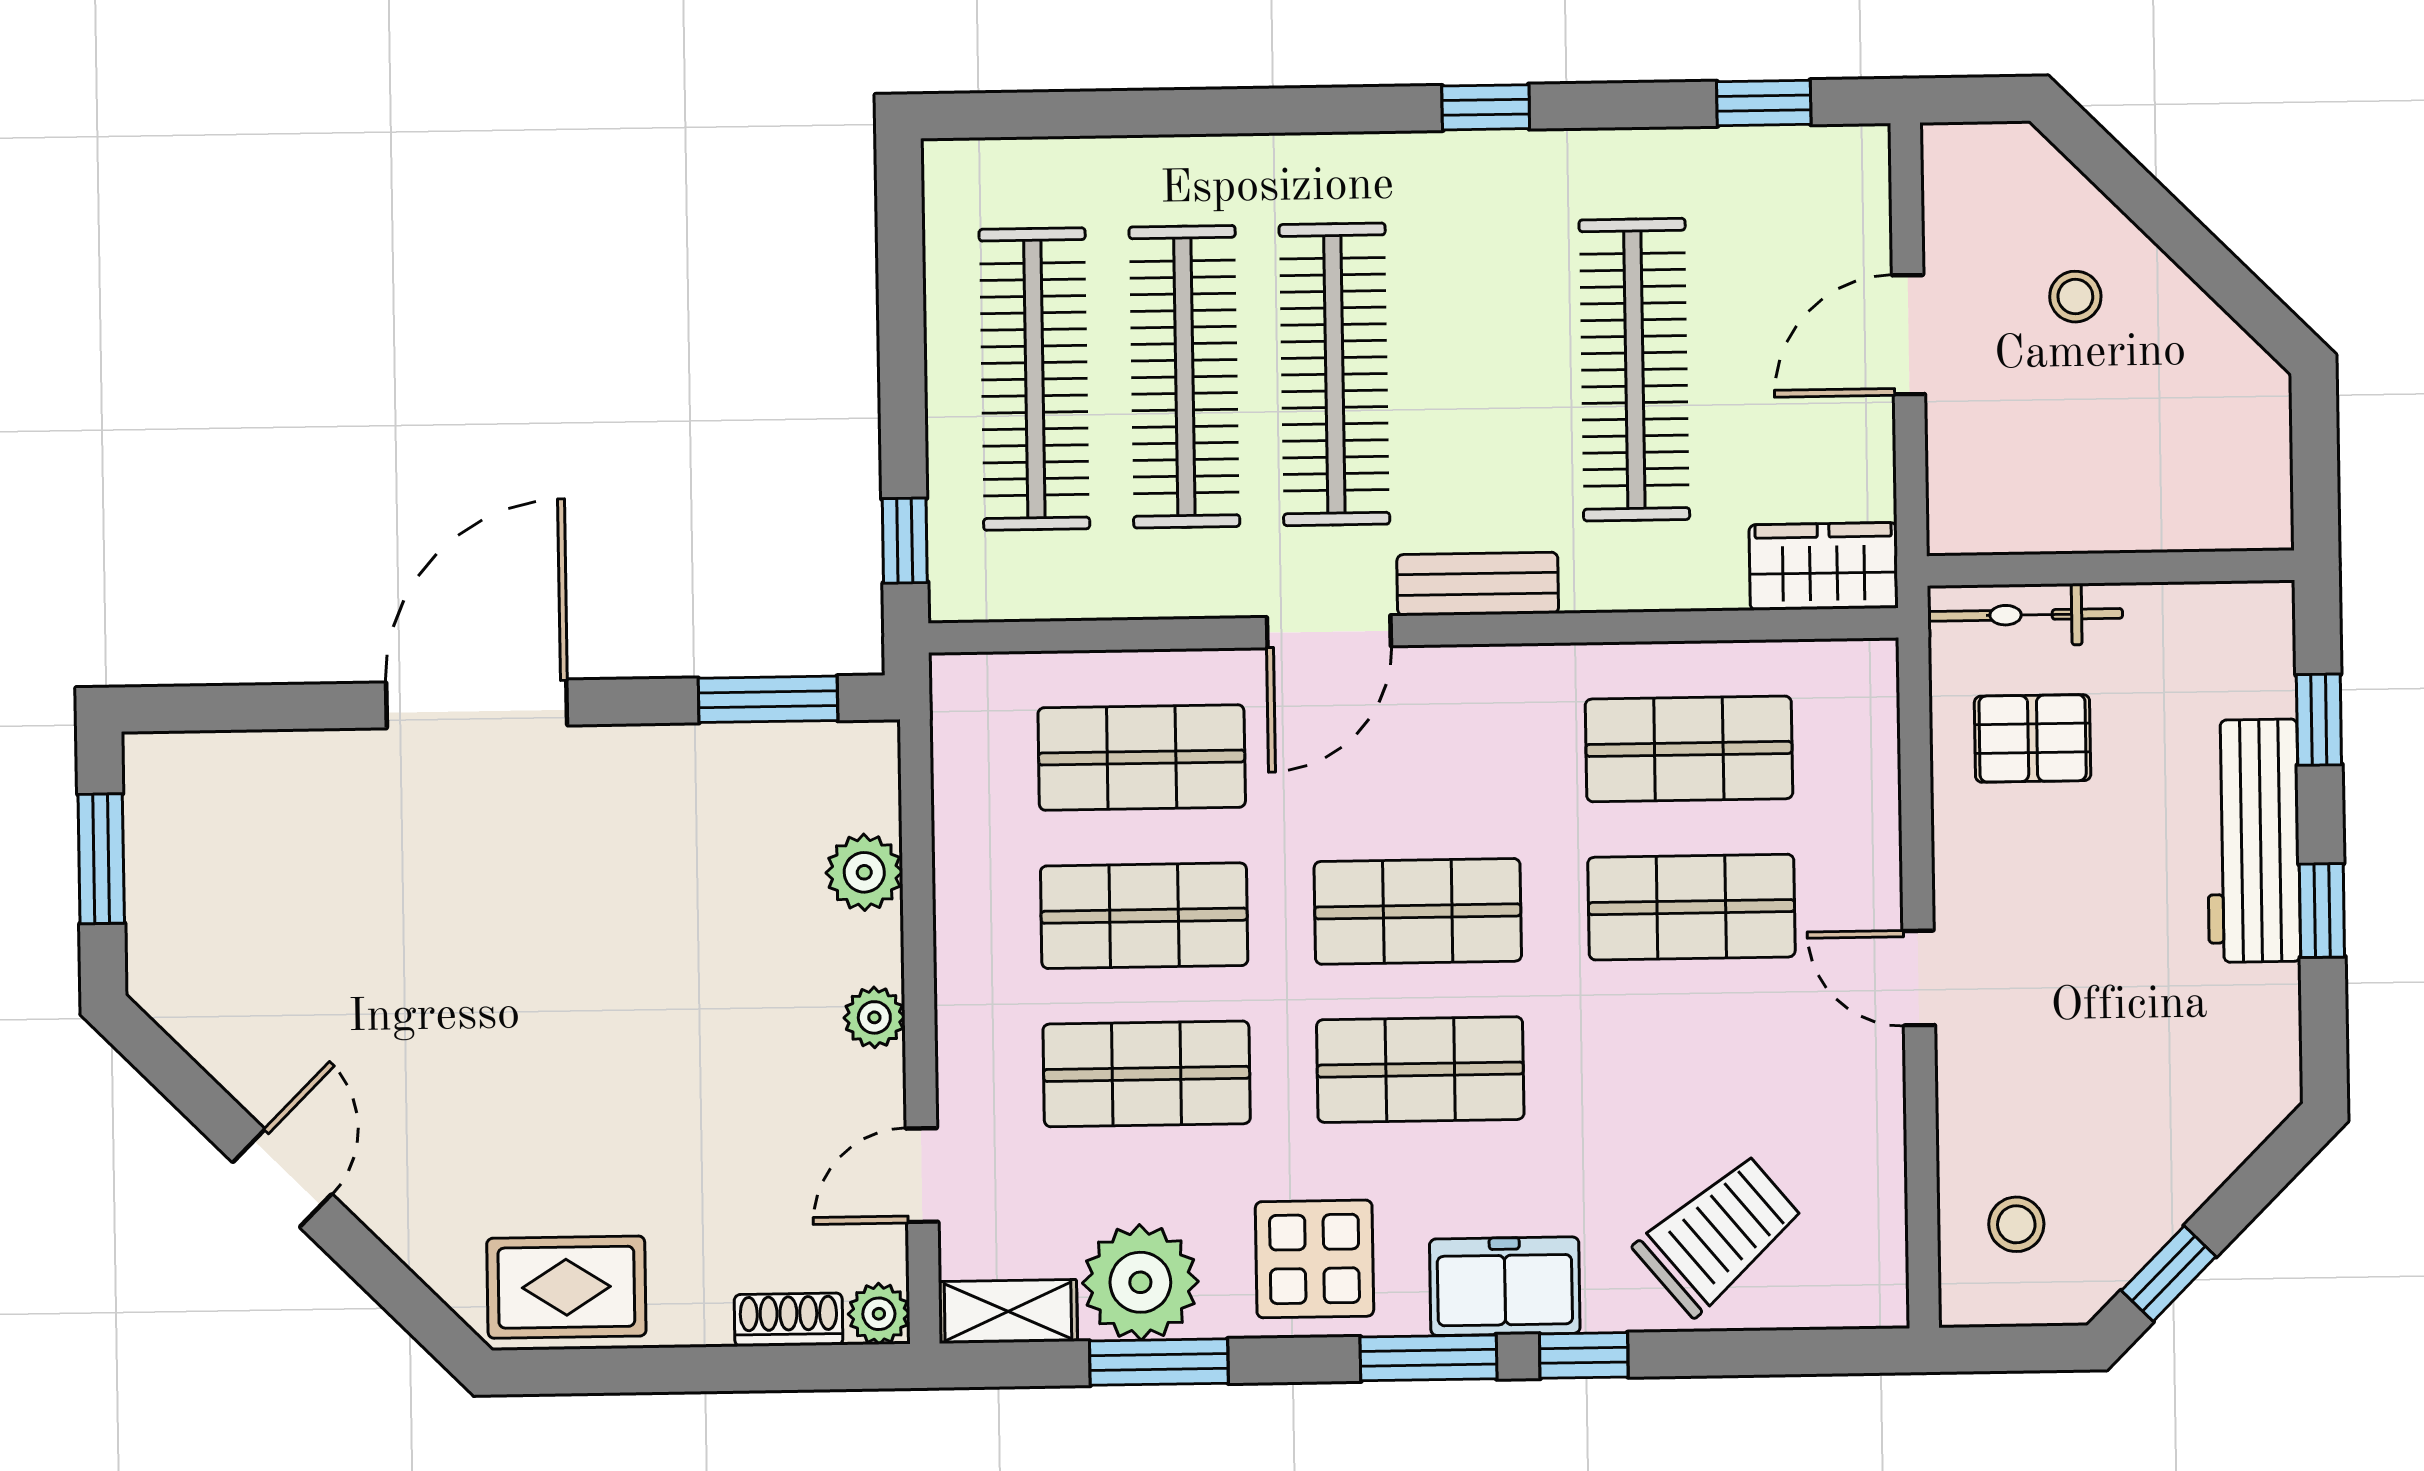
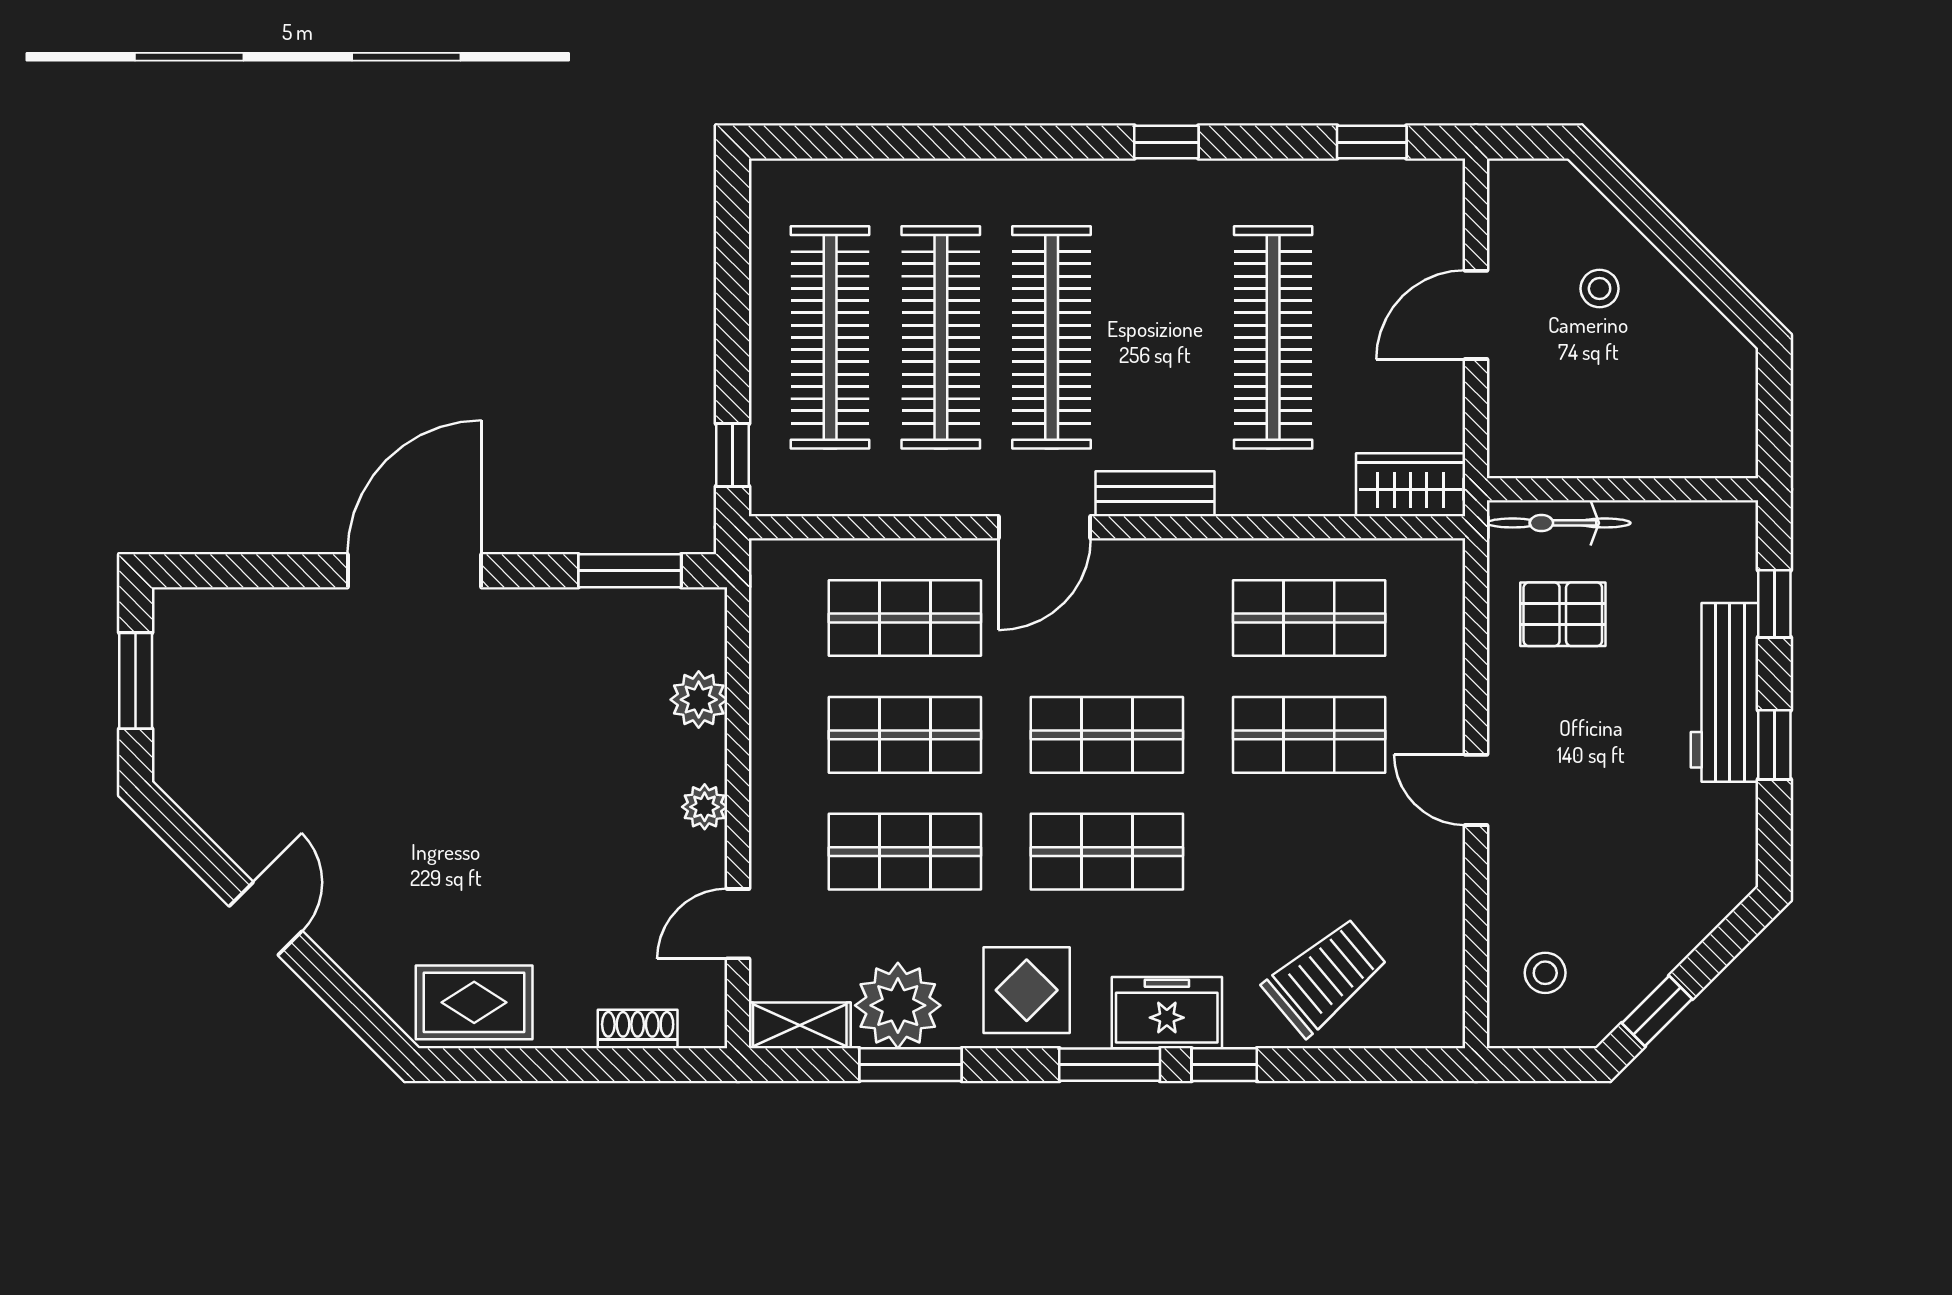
plant: (879, 1314) -> (704, 1026), removed

